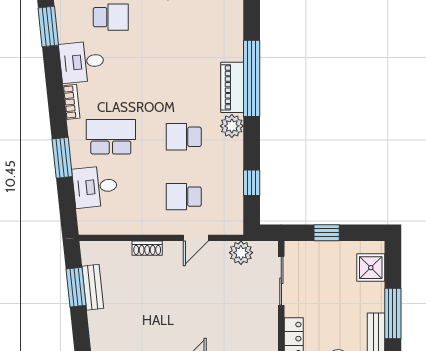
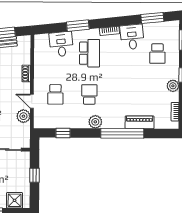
piano: (232, 87) -> (140, 122), moved
school desk: (184, 197) -> (55, 94), turned 180
plant: (241, 253) -> (23, 116), moved

